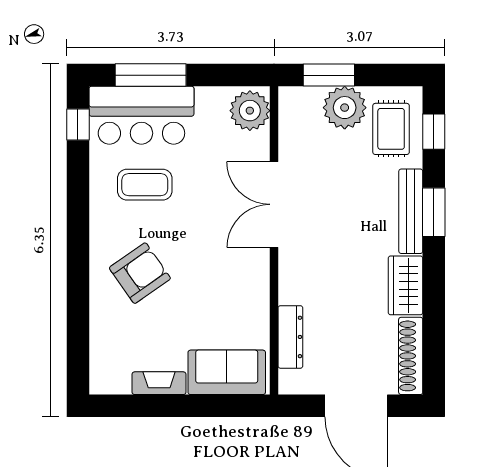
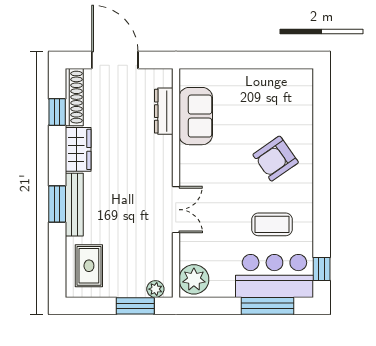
plant: (345, 108) -> (155, 289), moved, width x0.53, depth x0.53
window: (434, 132) -> (57, 112), moved
double door: (274, 204) -> (176, 210), width x0.73
sofa: (227, 372) -> (196, 116), moved, turned -90
fireplace: (159, 383) -> (261, 77), removed

